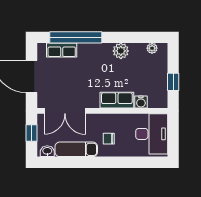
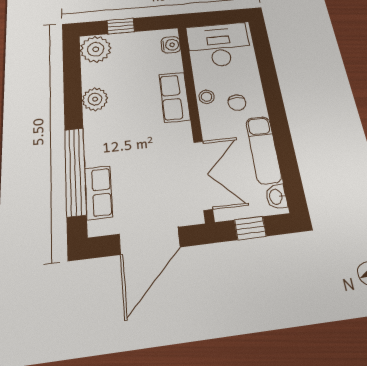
plant: (152, 48) -> (96, 49), width x1.88, depth x1.88
window: (173, 82) -> (121, 26), moved
water cooler: (141, 102) -> (171, 45), moved
stool: (115, 120) -> (207, 97), added

